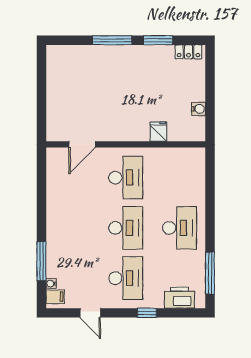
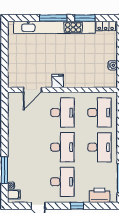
kitchen unit: (114, 54) -> (54, 27), added
fridge: (158, 132) -> (58, 81), moved
desk: (180, 178) -> (99, 113), added

